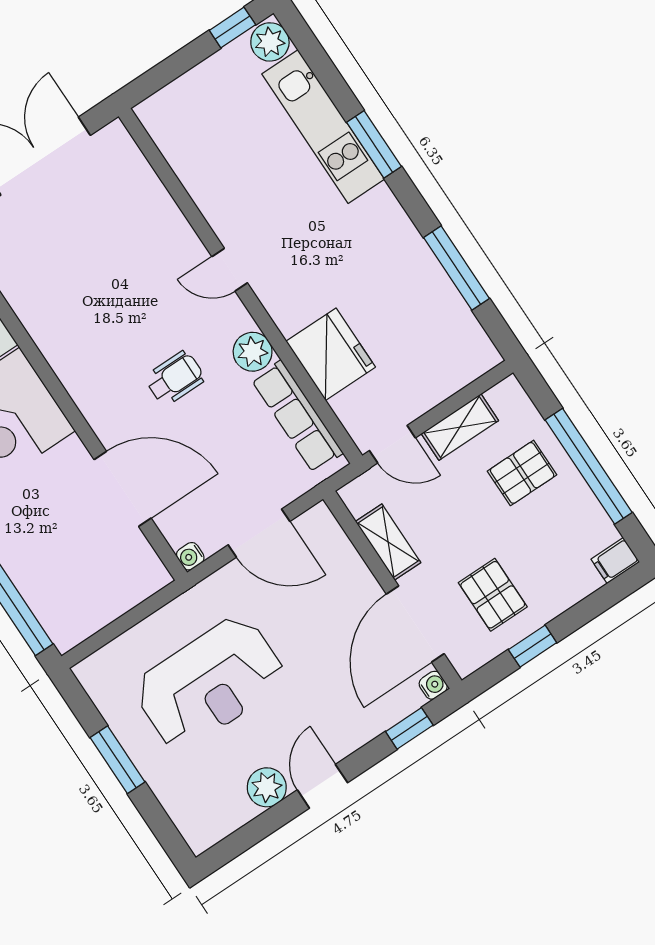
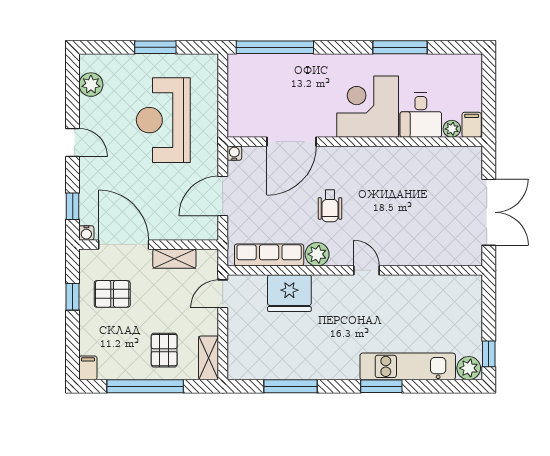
door: (230, 270) -> (367, 270), hinge flipped
shelving: (460, 427) -> (209, 358), moved
plant: (267, 787) -> (91, 85), moved

